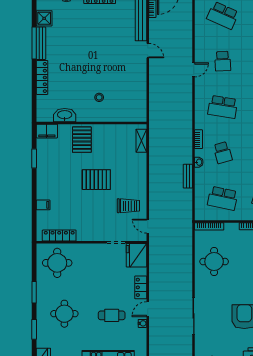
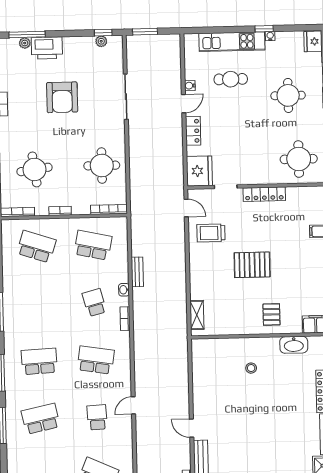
pallet: (82, 140) -> (271, 314), width x0.67, depth x0.71
locker: (59, 236) -> (264, 194), moved
cafe table: (112, 315) -> (231, 79), moved

